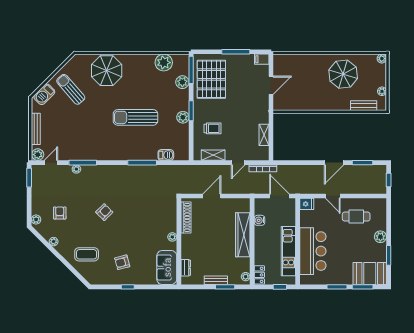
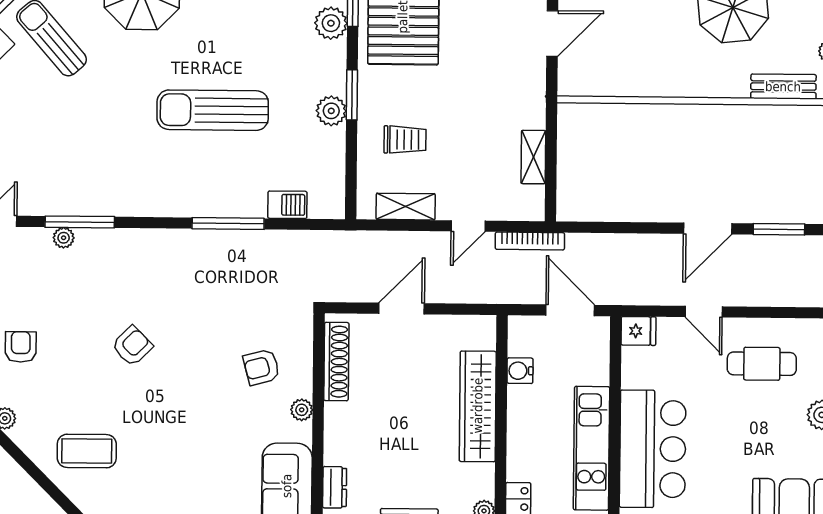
armchair: (122, 262) -> (261, 367), moved

